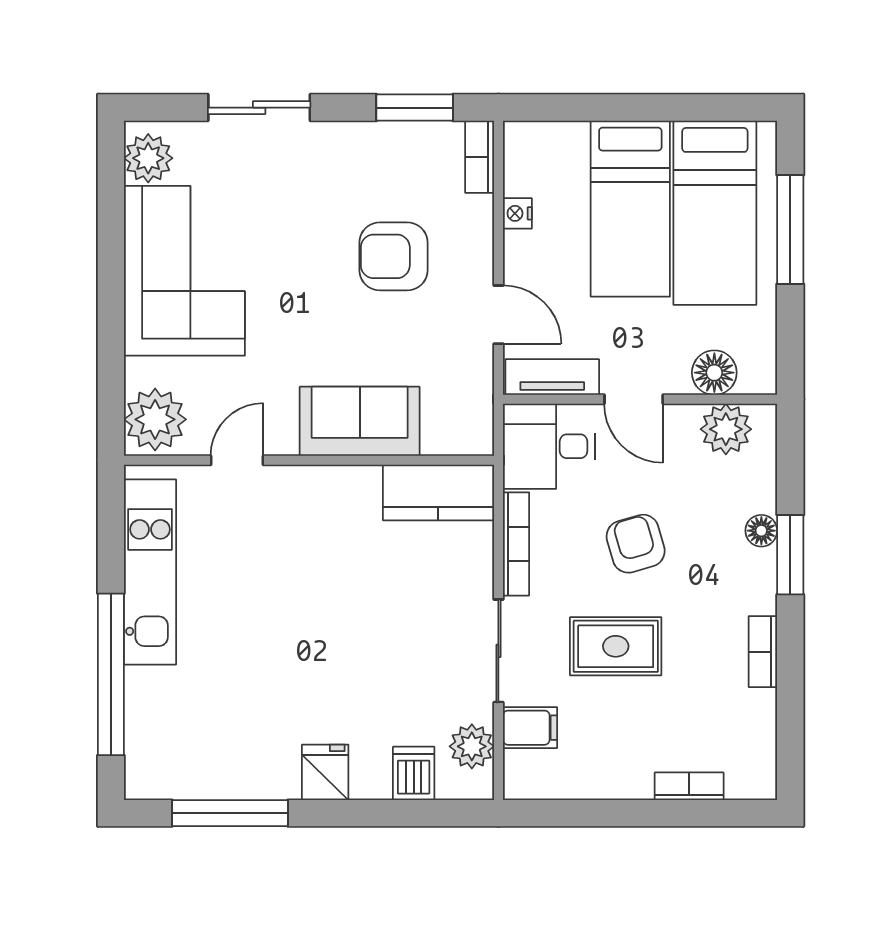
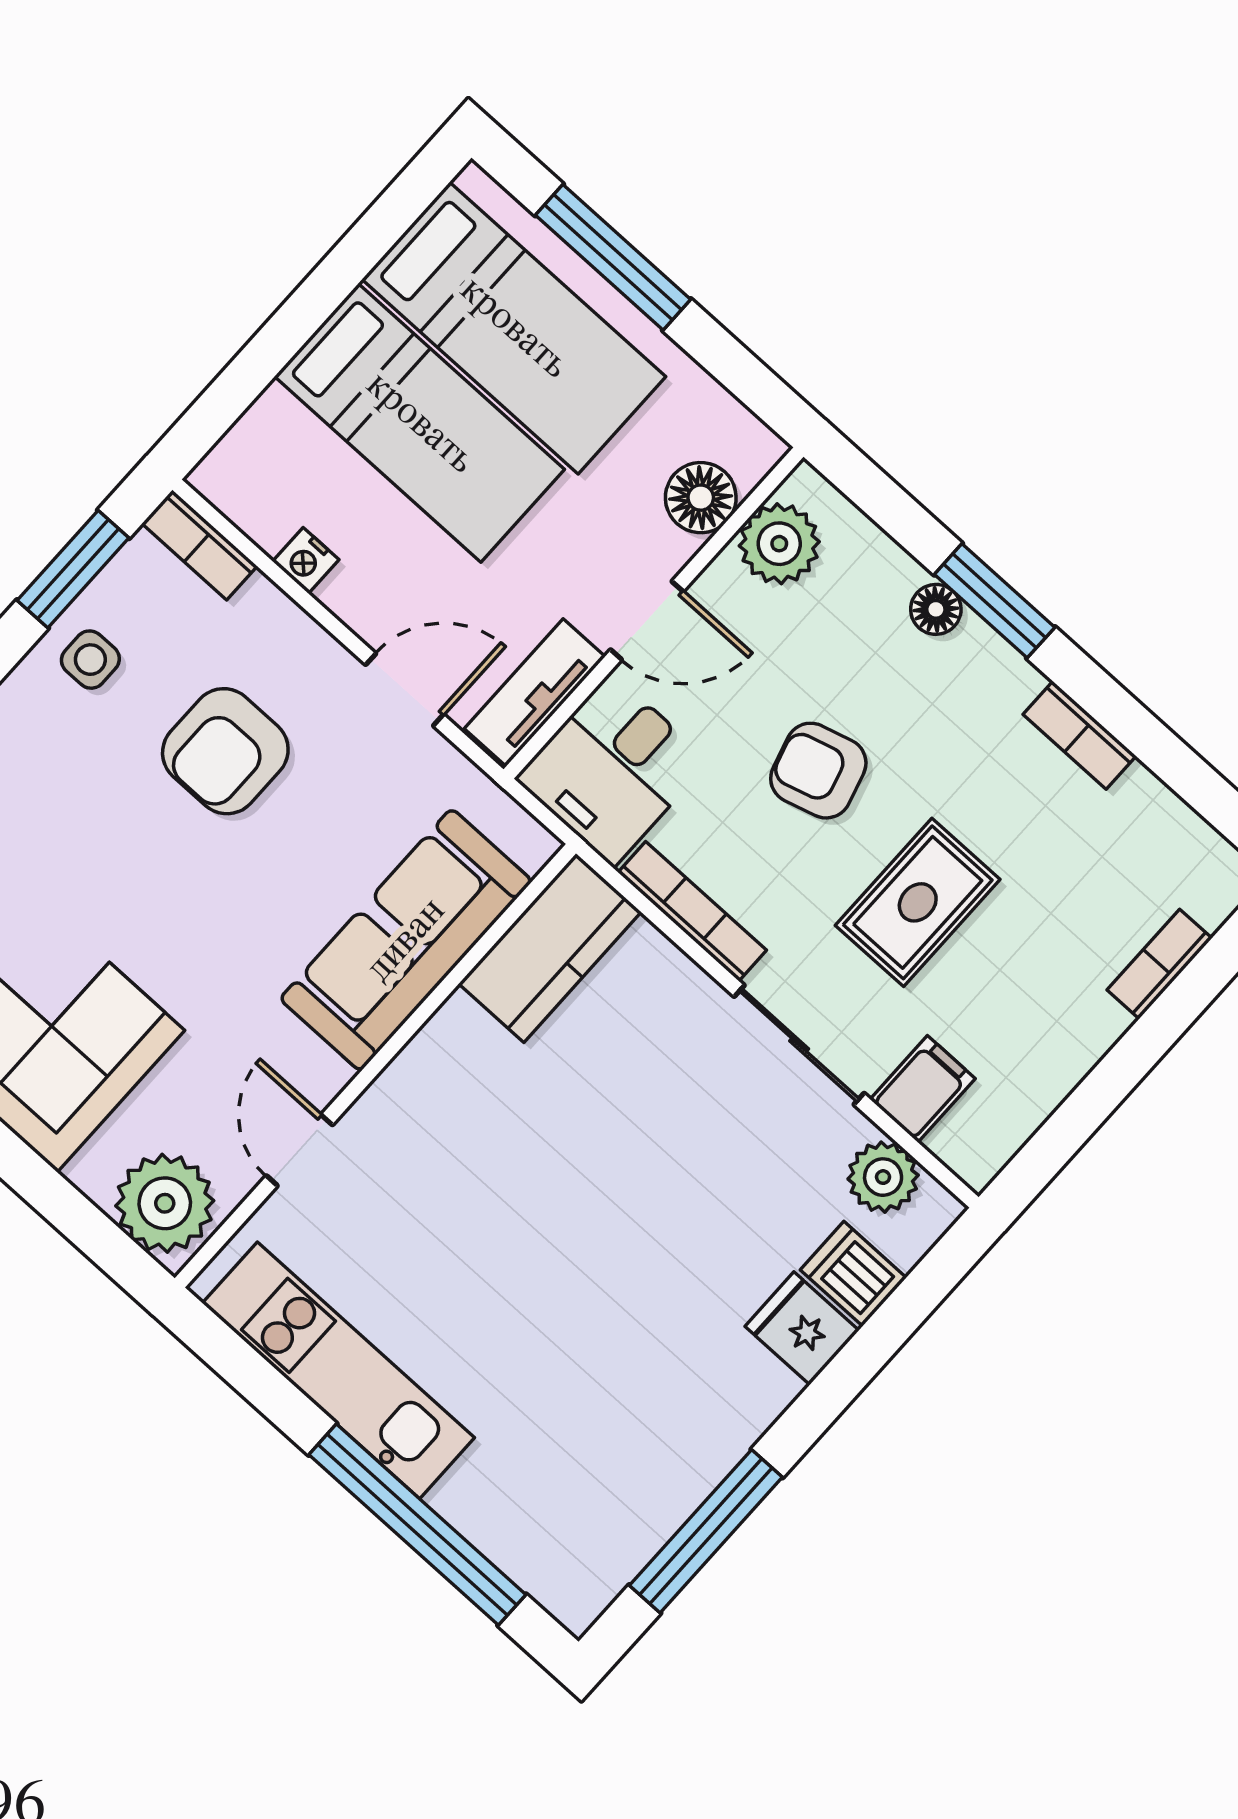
side table: (379, 154) -> (90, 660), added
sofa: (360, 421) -> (406, 940), width x1.36
fridge: (325, 772) -> (802, 1328), moved

